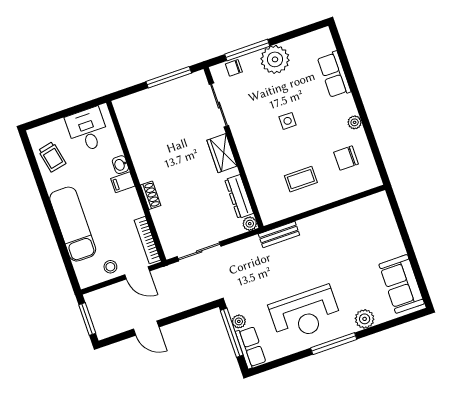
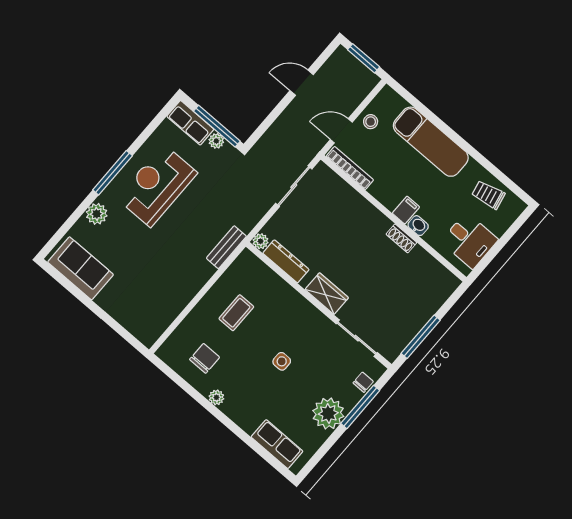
row of seats: (334, 75) -> (277, 444), moved
shoe rack: (151, 195) -> (401, 238), moved

